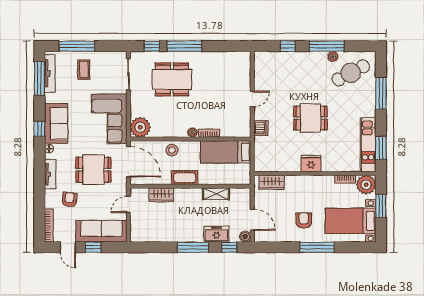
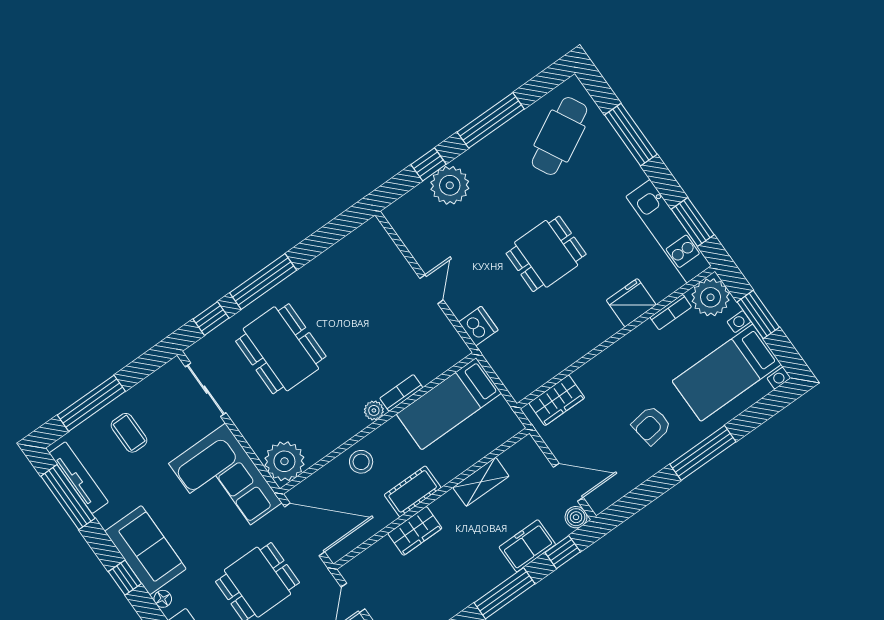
plant: (333, 56) -> (450, 185), moved, width x1.87, depth x1.87
dining table: (172, 79) -> (281, 349), turned 90
fridge: (311, 163) -> (631, 303), moved
wardrobe: (161, 195) -> (415, 531), moved
armchair: (304, 221) -> (651, 425), turned -98

